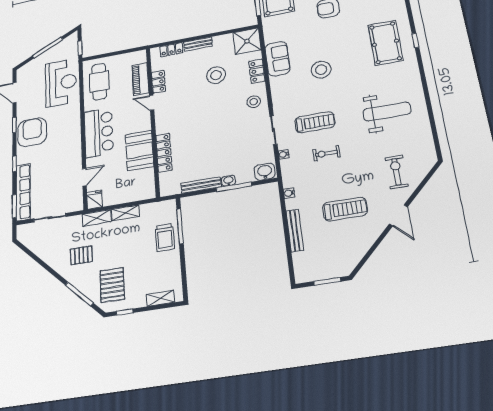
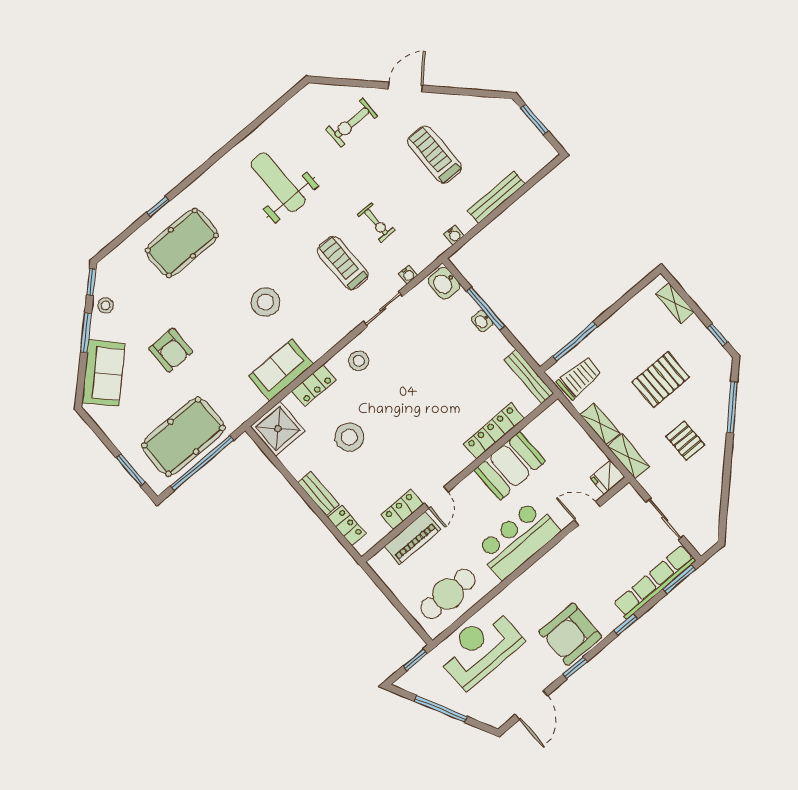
bench: (201, 185) -> (529, 377), moved
trolley: (165, 237) -> (579, 378), moved
pallet: (112, 285) -> (661, 380), moved

